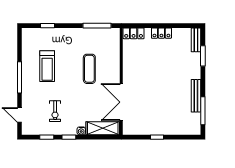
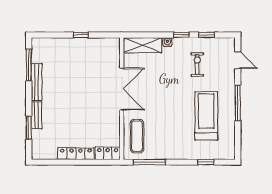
locker: (161, 33) -> (76, 154), width x1.53
bench: (196, 40) -> (37, 115), moved
treadmill: (47, 66) -> (206, 116), width x1.37, depth x1.38
exercise mat: (89, 69) -> (137, 136), moved
double door: (121, 102) -> (122, 89), moved

